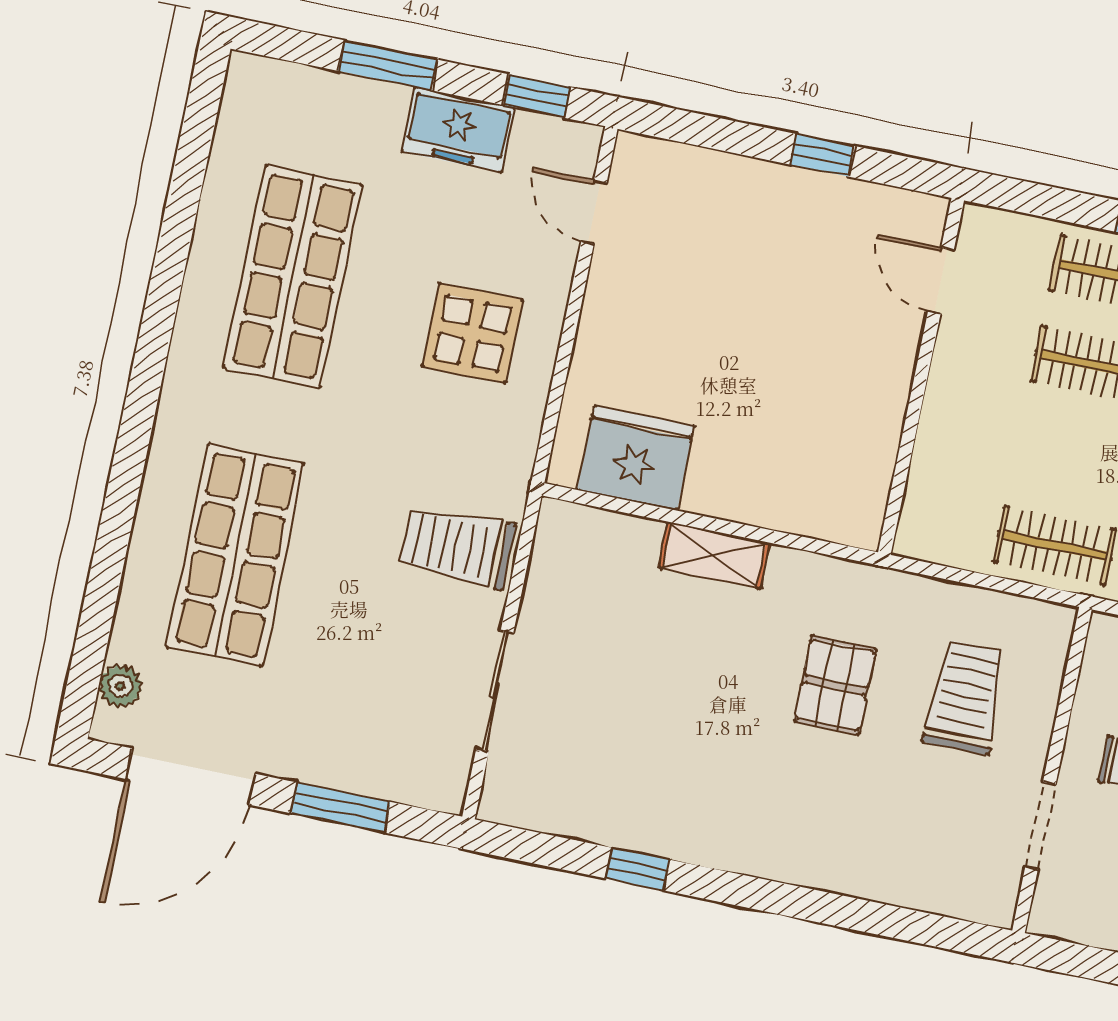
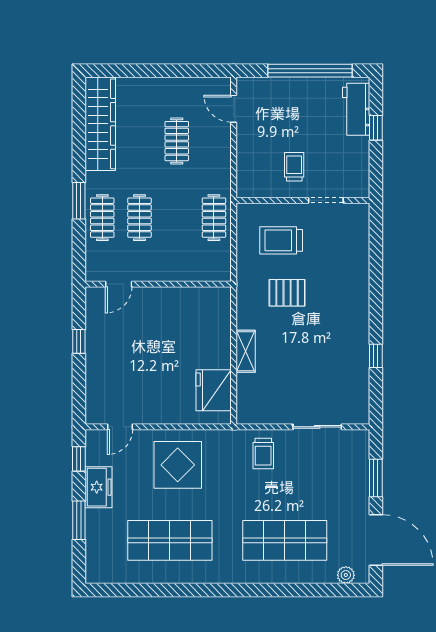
display table: (473, 333) -> (178, 465), width x1.36, depth x1.36
trolley: (457, 546) -> (263, 453), width x0.73, depth x0.72

